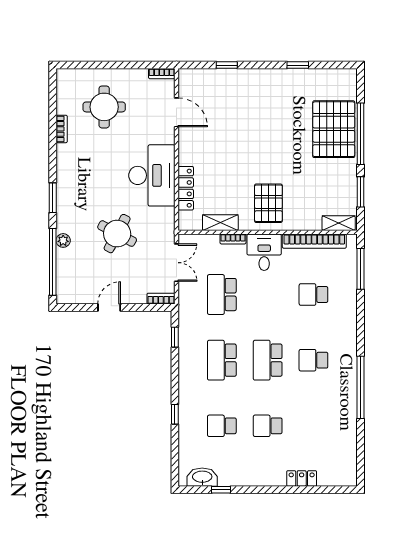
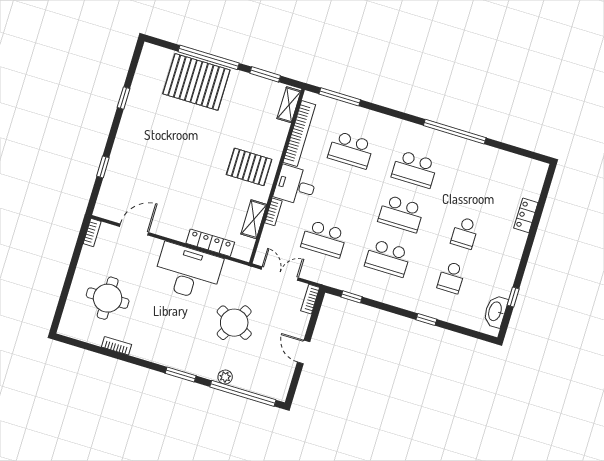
school desk: (313, 295) -> (351, 150), width x1.85
school desk: (313, 360) -> (415, 169), width x1.85

